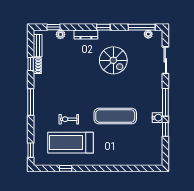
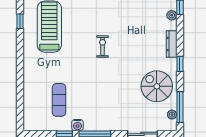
spiral stairs: (113, 60) -> (157, 86), moved, turned 90
exercise mat: (115, 116) -> (59, 100), moved, width x0.73, depth x0.69
exercise bike: (69, 119) -> (103, 46), moved

